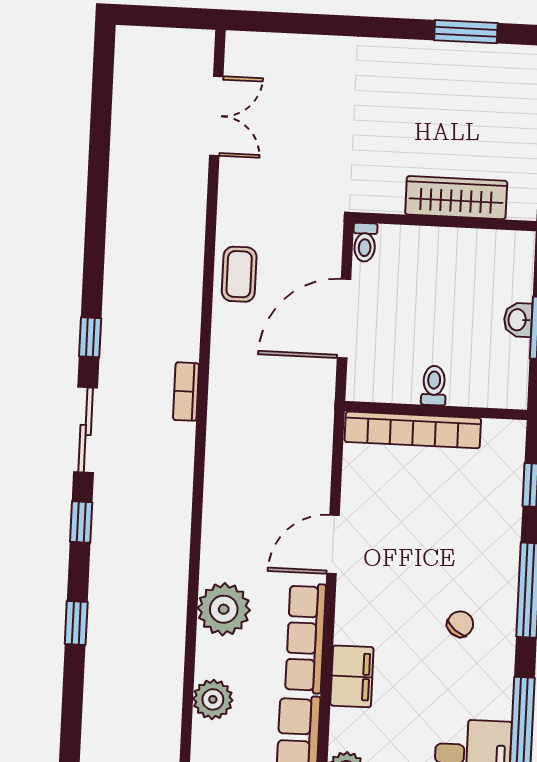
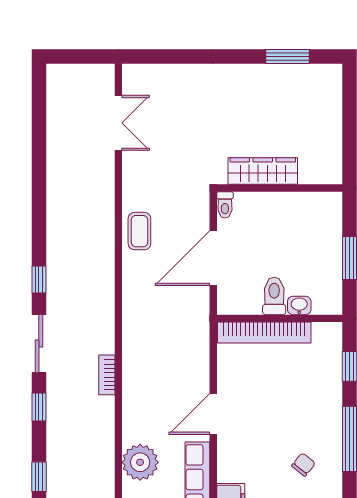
wardrobe: (456, 198) -> (263, 171), moved
washbasin: (518, 320) -> (299, 305), moved, turned 90
toilet: (434, 386) -> (274, 296), width x1.37, depth x1.39
bookcase: (186, 392) -> (107, 375), moved

